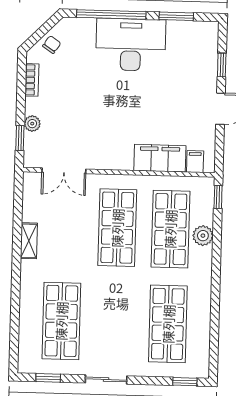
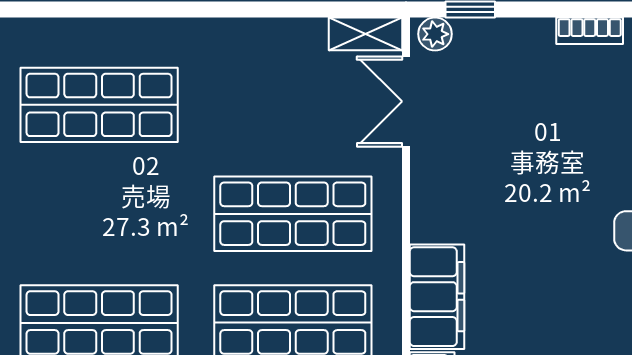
plant: (32, 124) -> (435, 34), moved
shelving: (29, 241) -> (365, 34), moved

